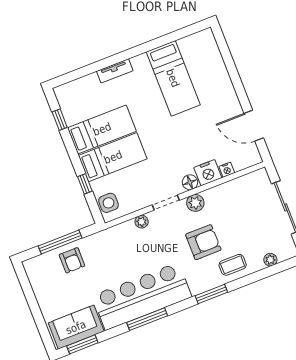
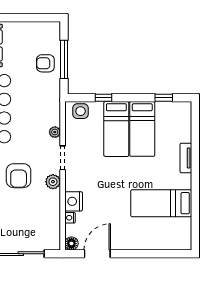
floor lamp: (190, 182) -> (71, 243), moved

